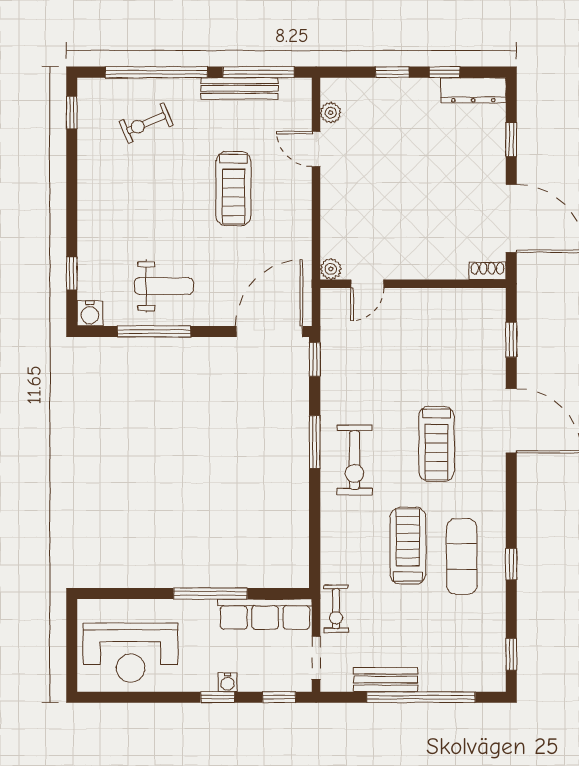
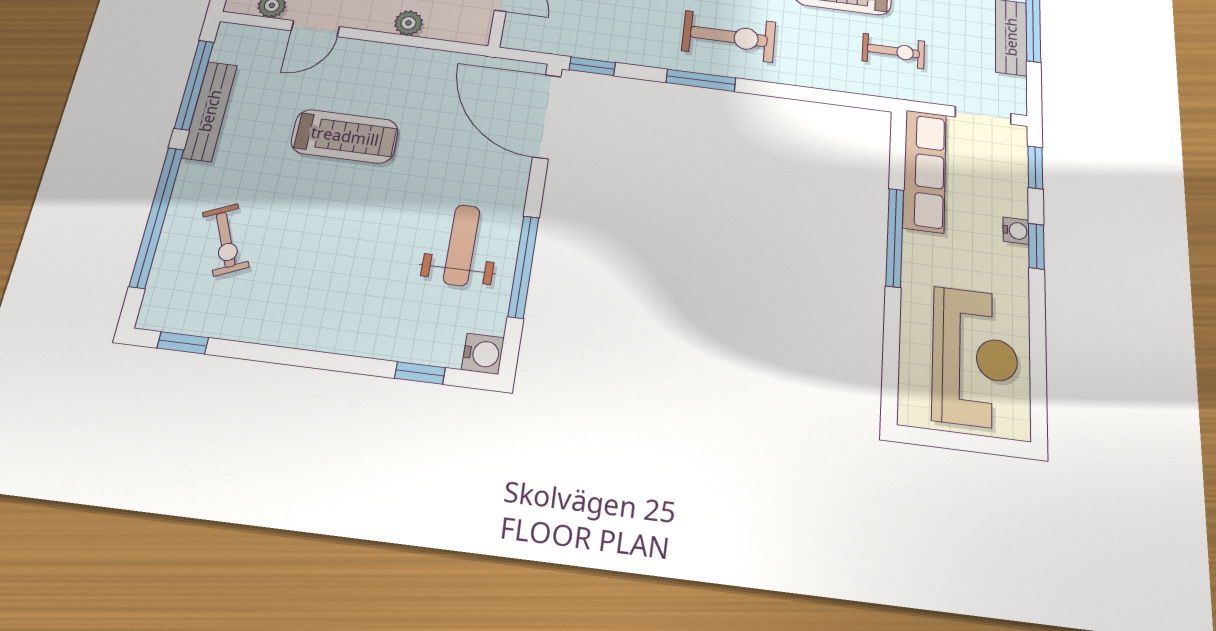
plant: (331, 269) -> (408, 23), moved
exercise bike: (336, 609) -> (893, 51), moved

